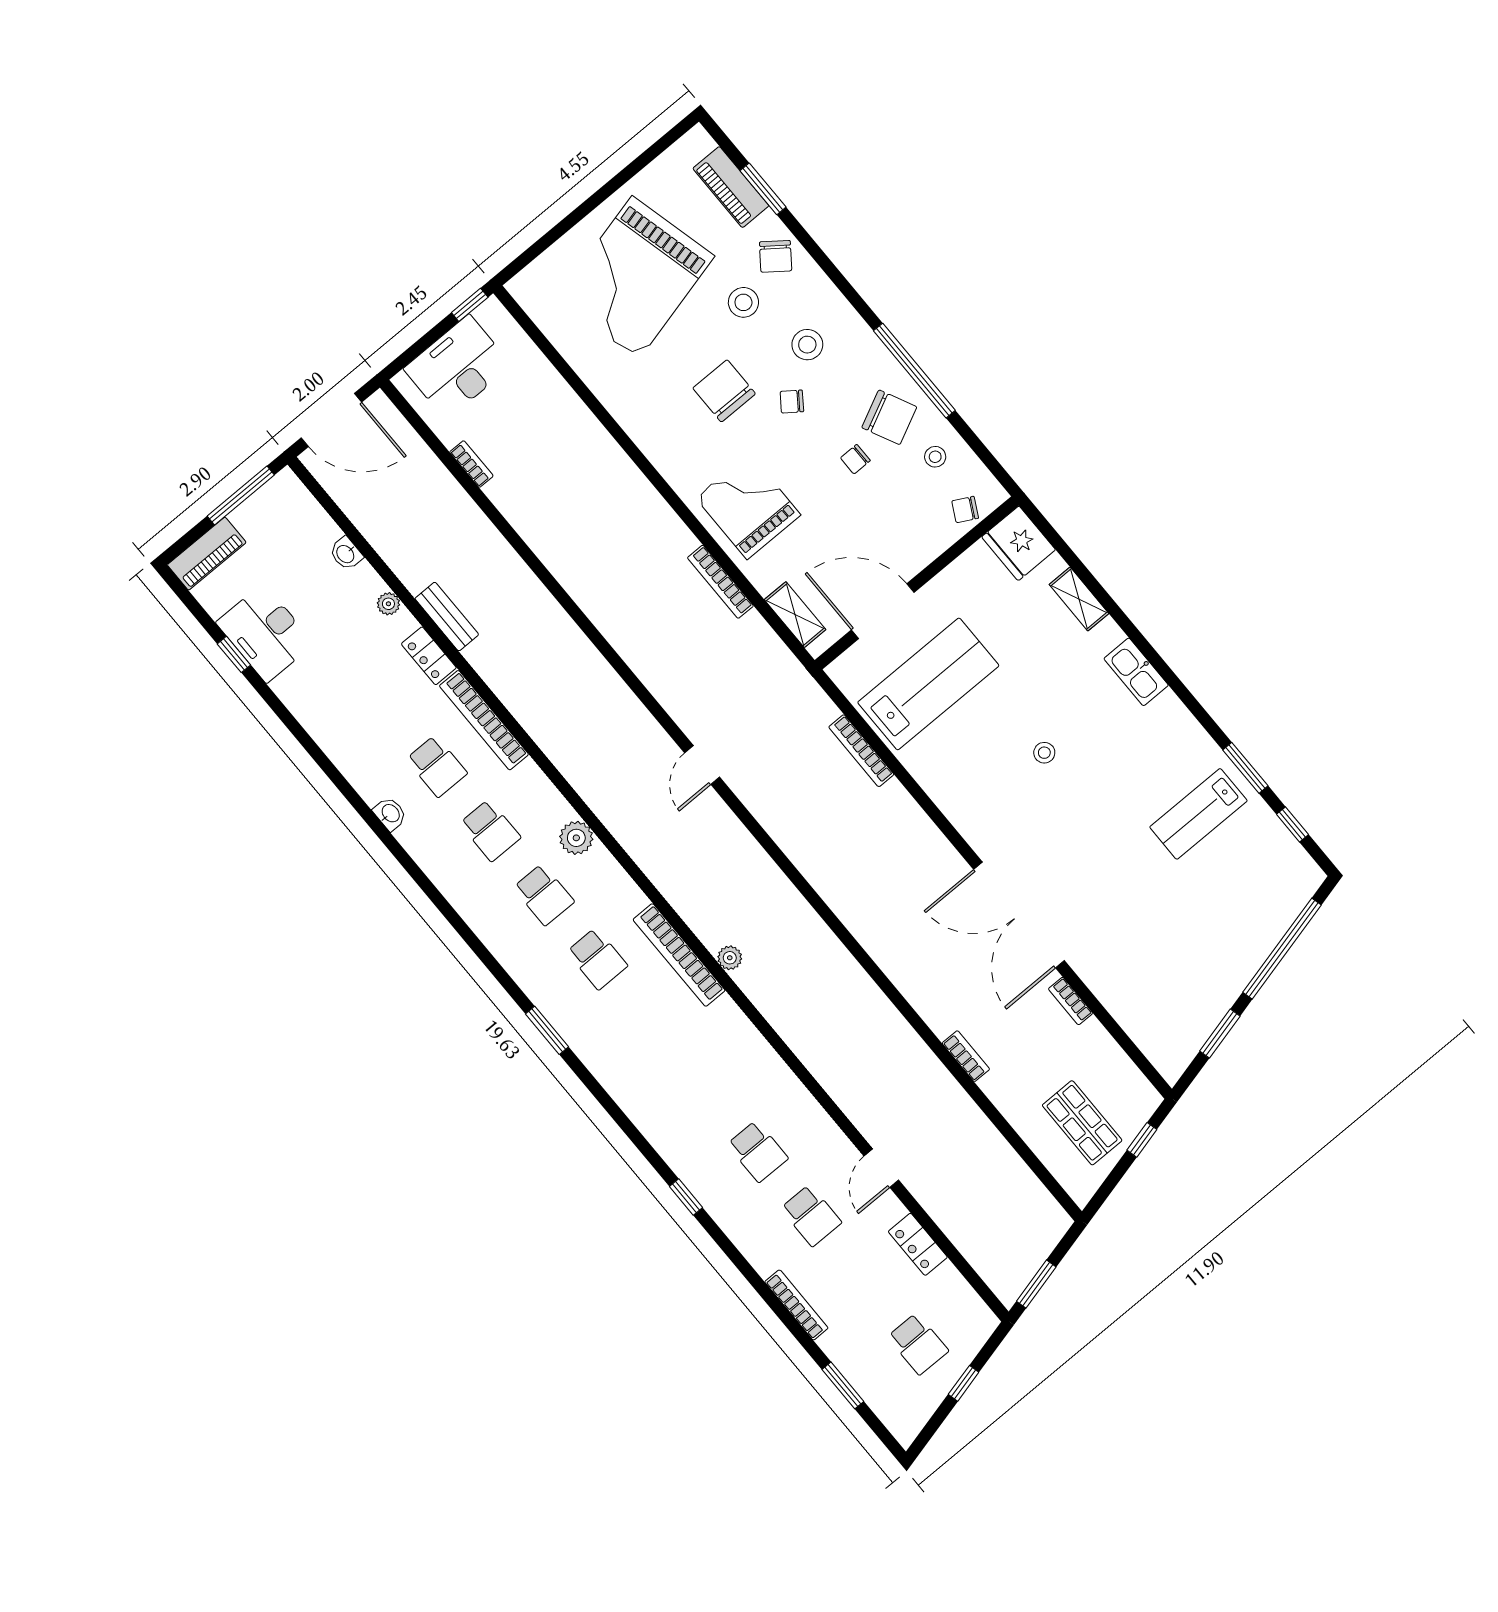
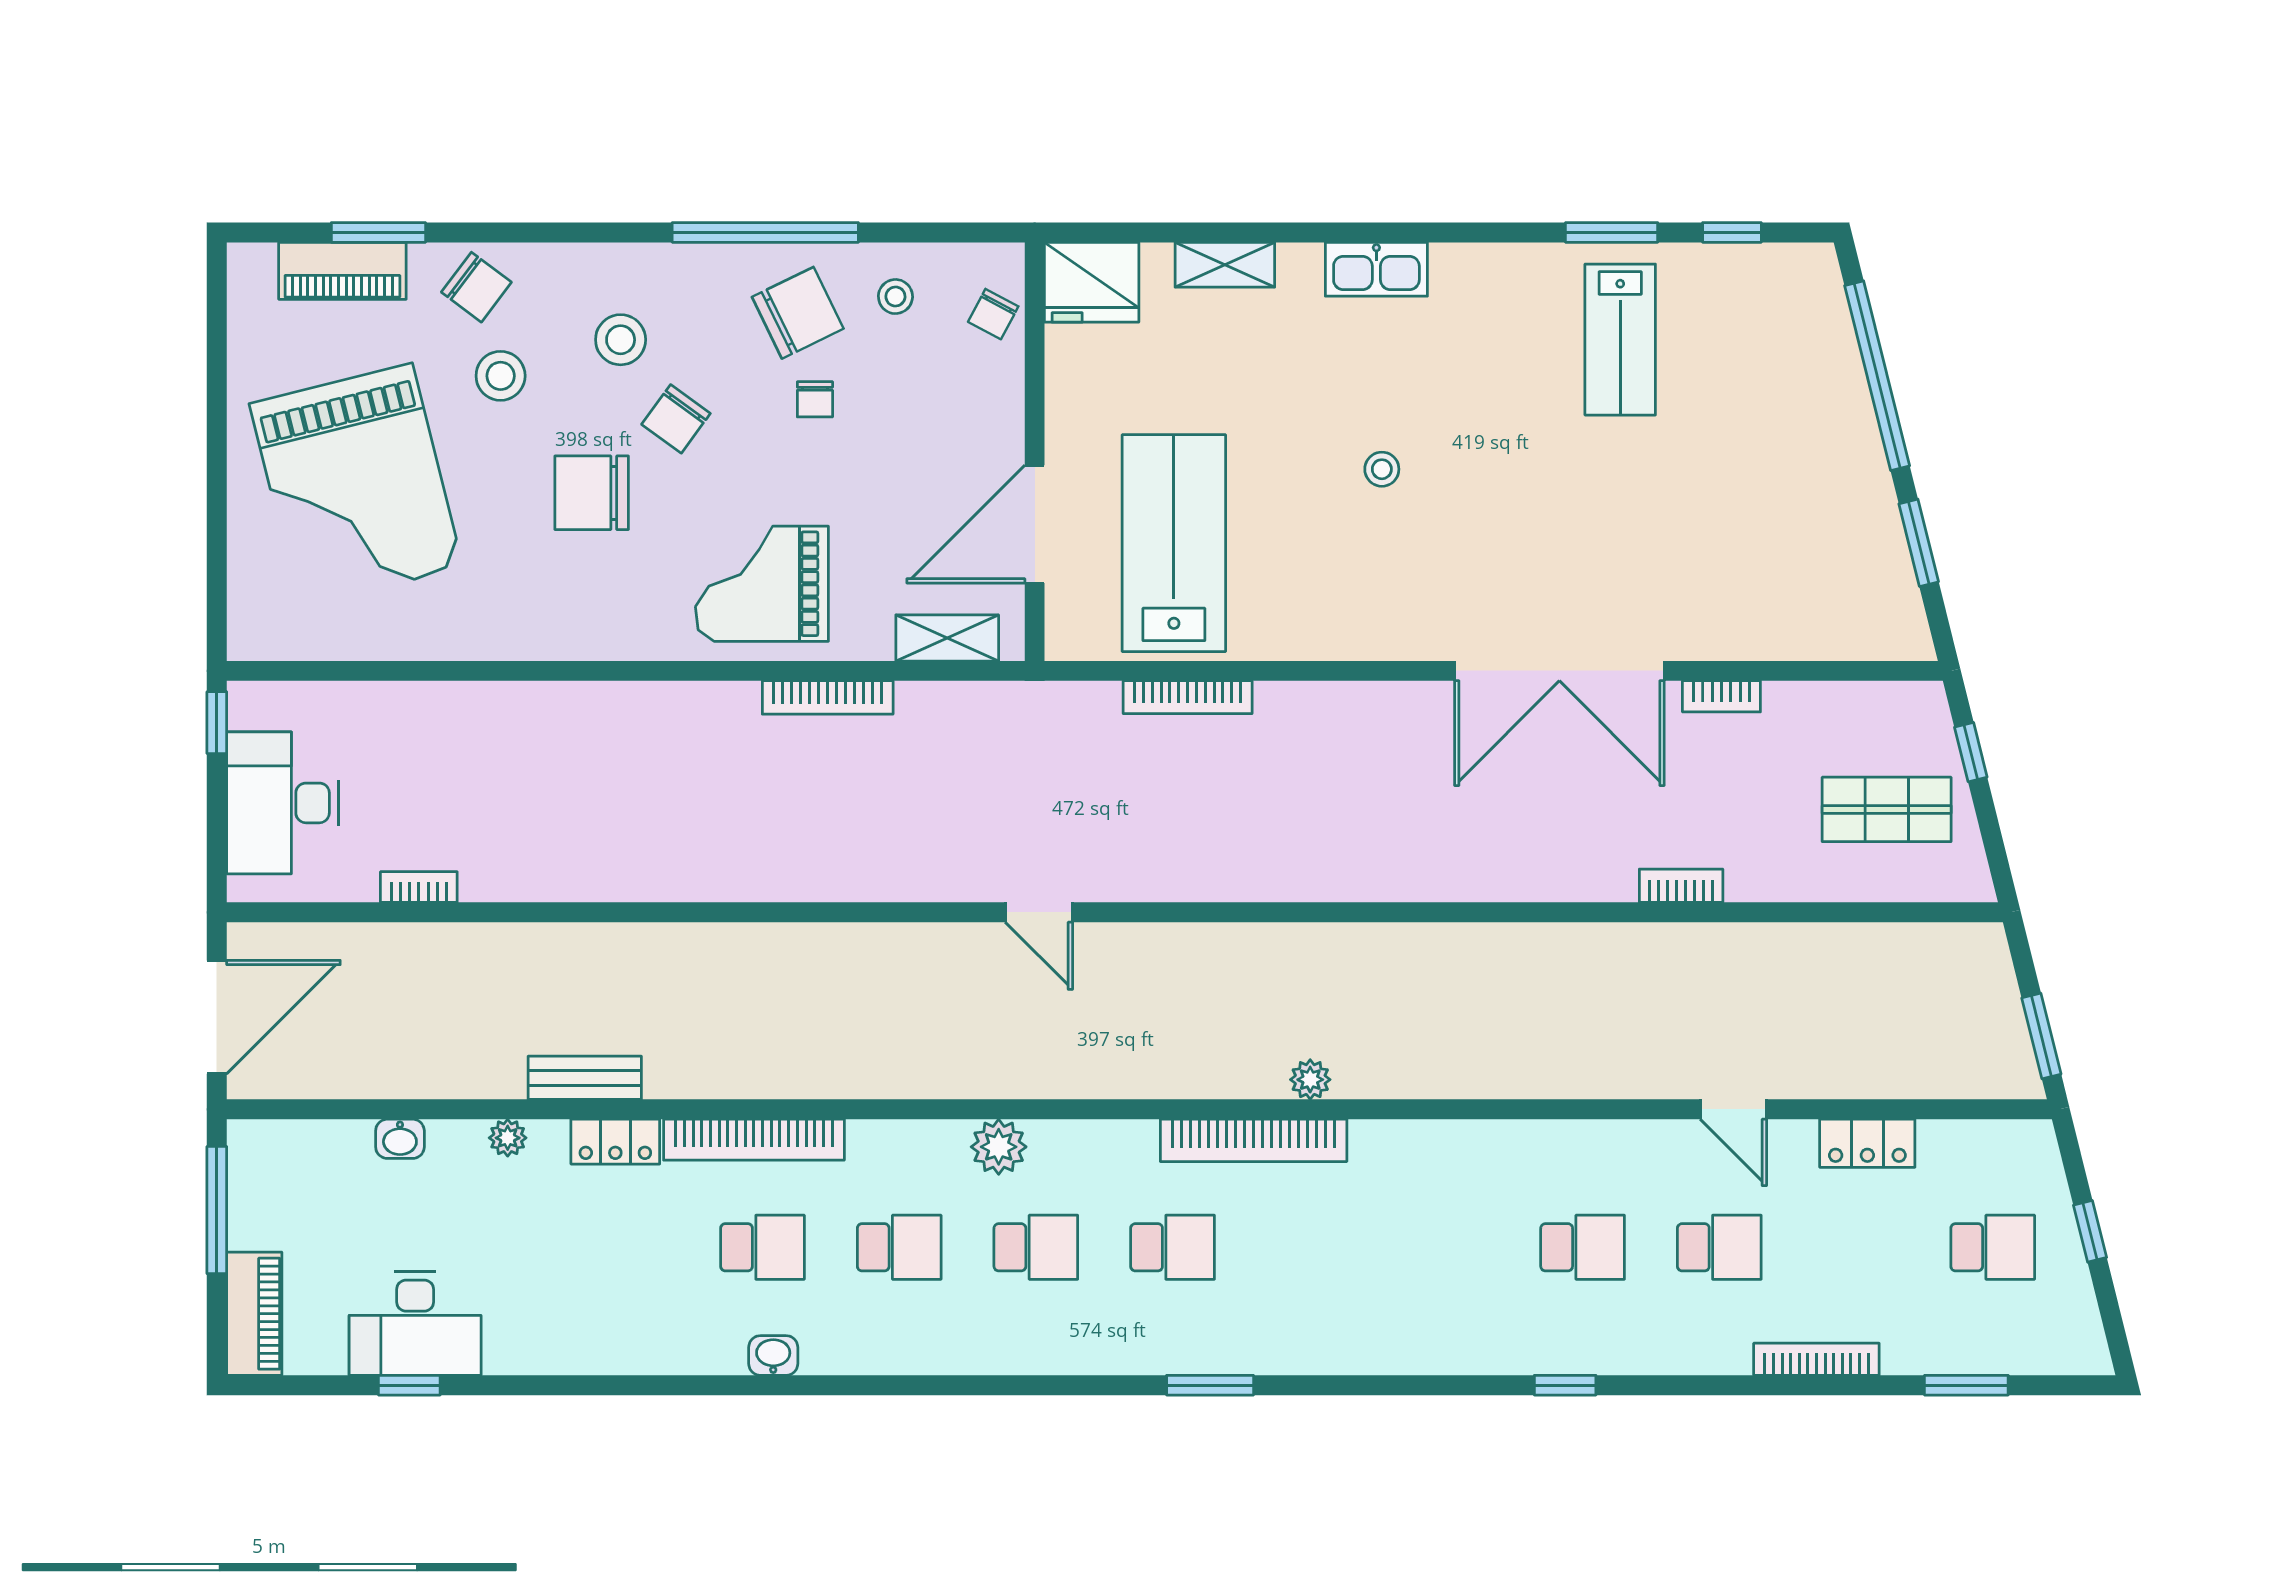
chair: (792, 402) -> (676, 419), width x1.37, depth x1.37

